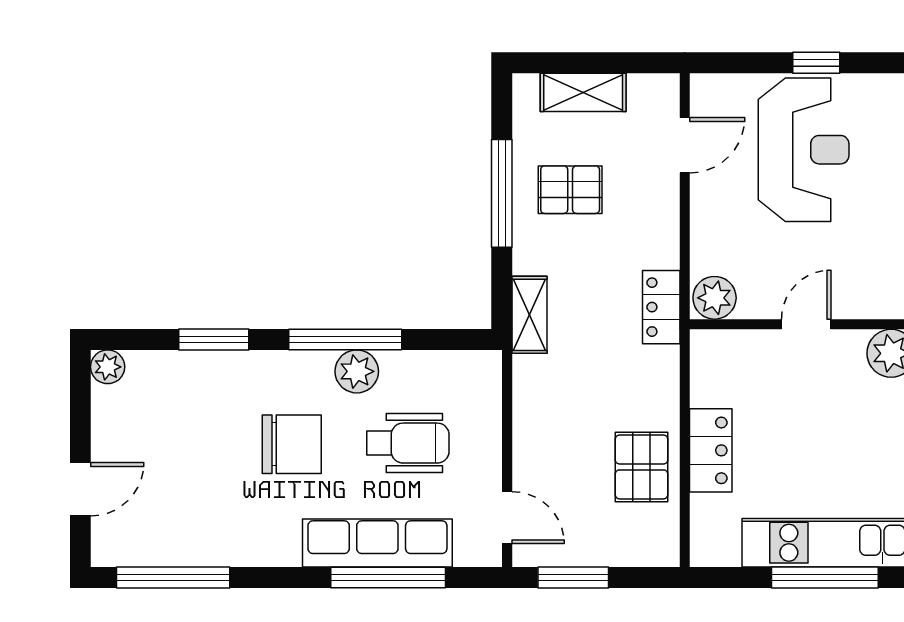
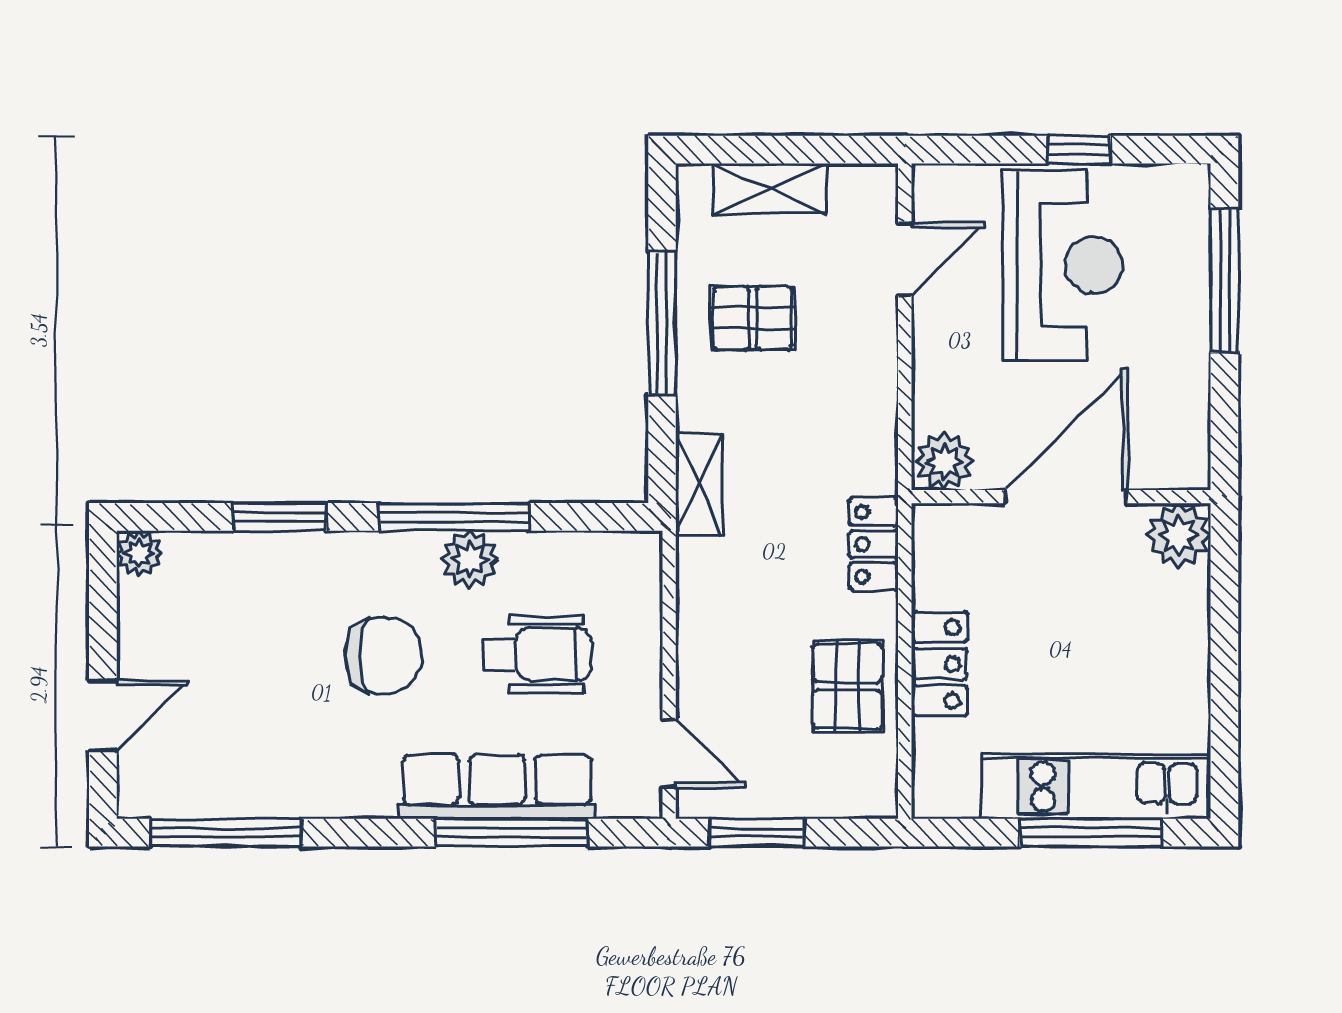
locker: (661, 307) -> (874, 544), moved
door: (806, 324) -> (1066, 497), width x1.88

